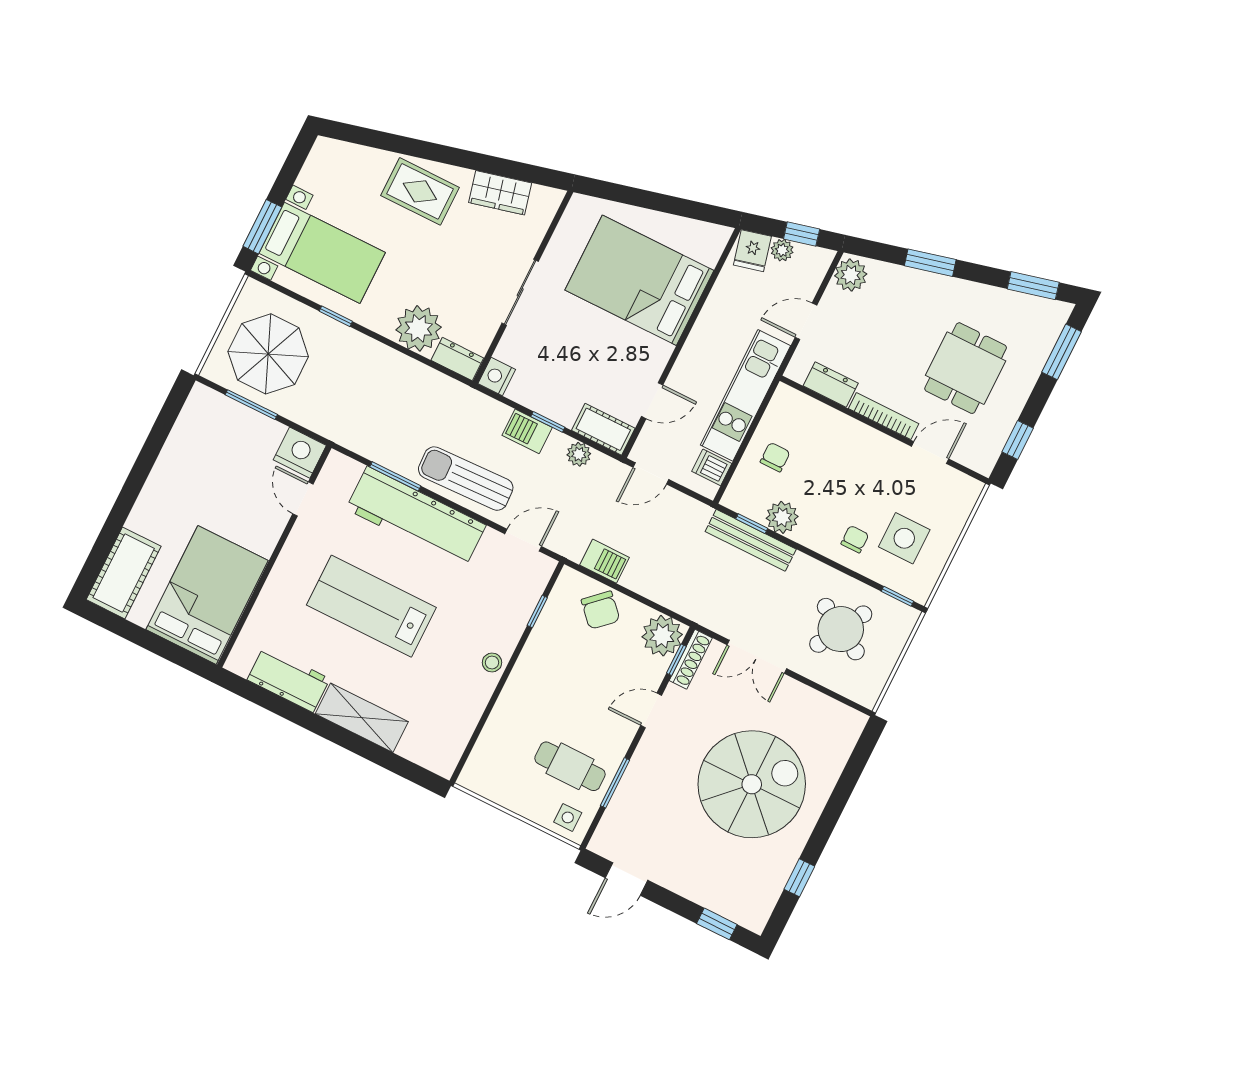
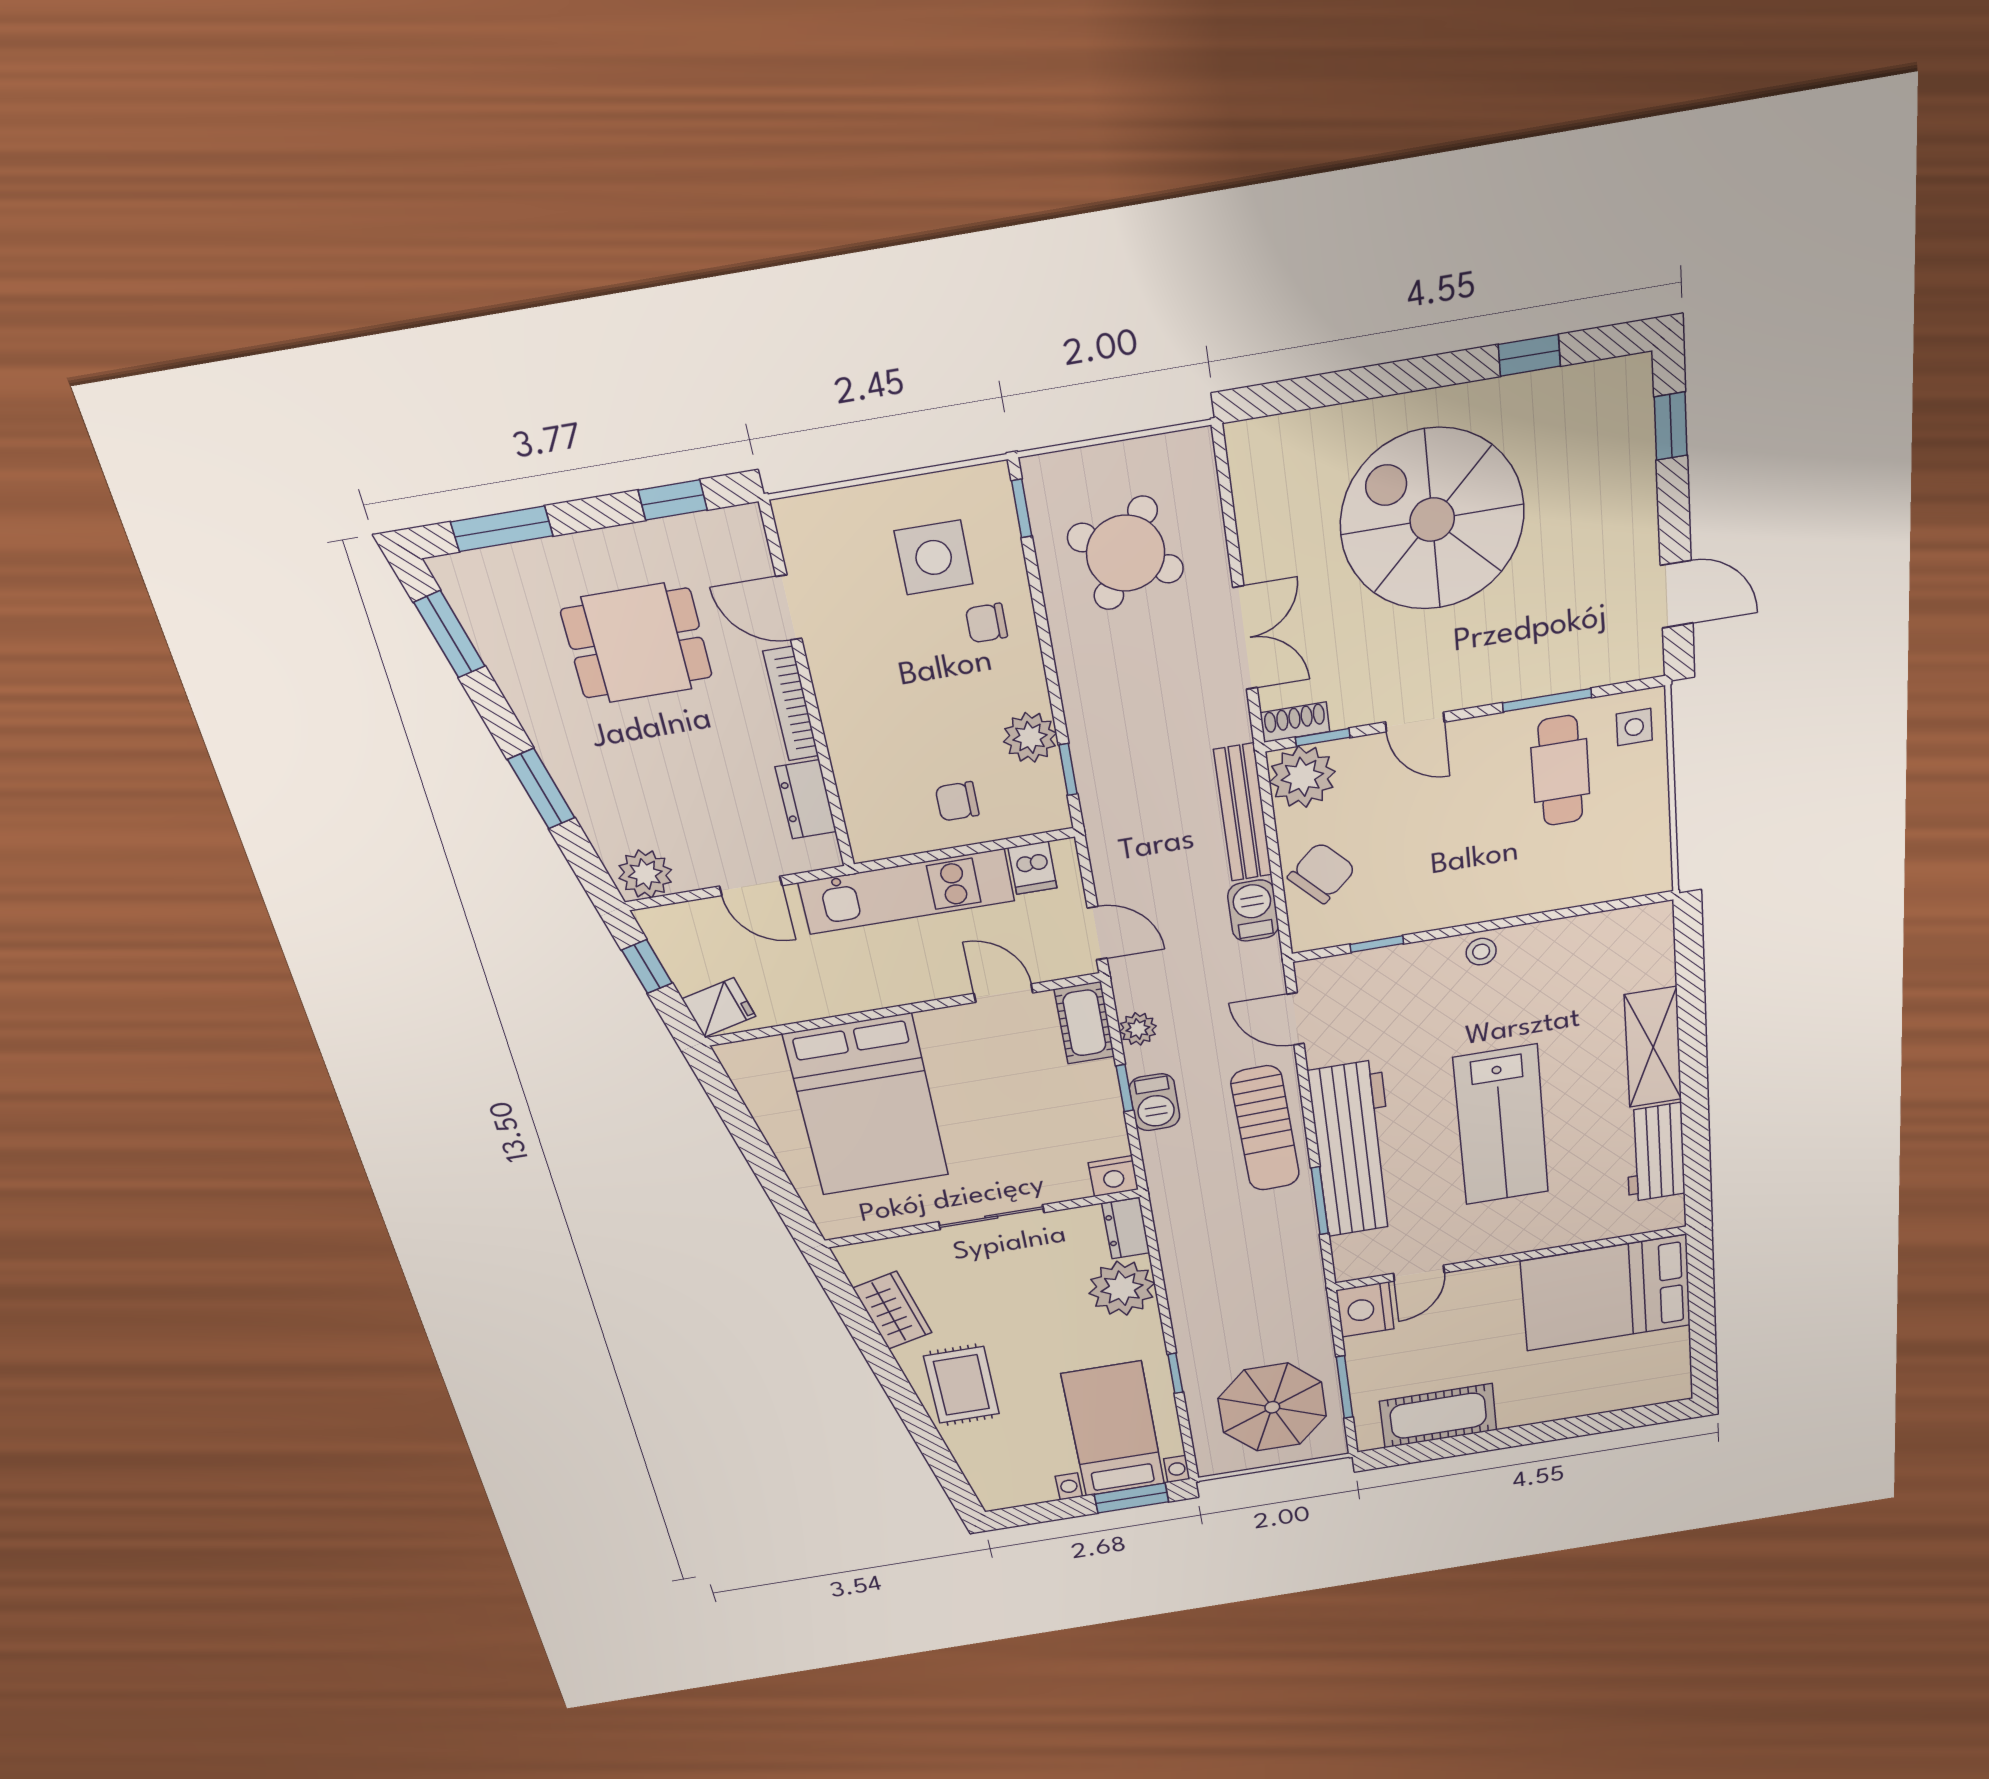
plant: (782, 250) -> (687, 975), removed
bench: (751, 540) -> (1243, 813), moved
cot: (124, 573) -> (1438, 1416), moved
shoe rack: (691, 659) -> (1295, 722), width x0.70

